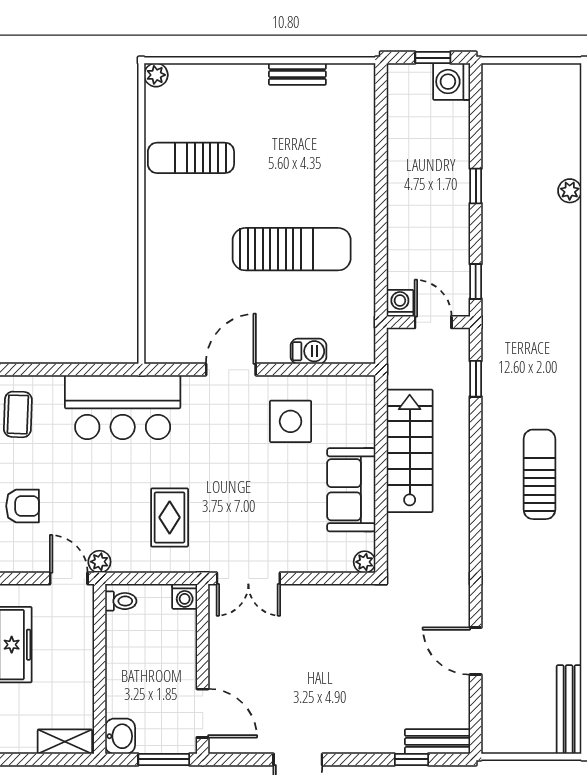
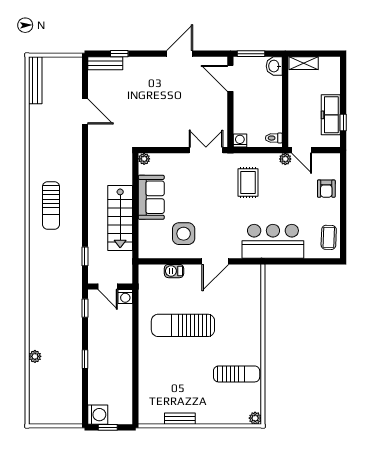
armchair: (22, 506) -> (326, 189), turned -90

